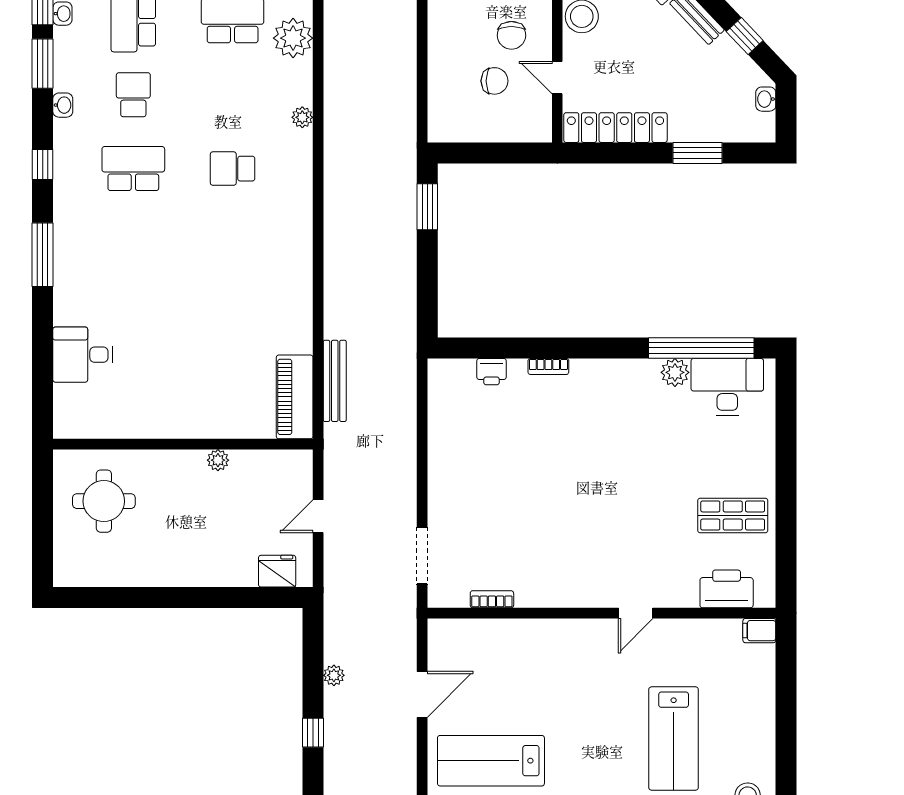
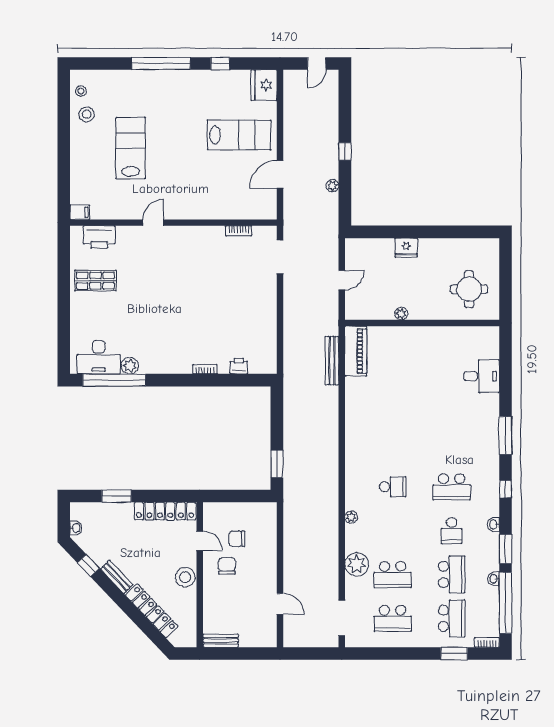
fridge: (277, 571) -> (406, 248), moved

